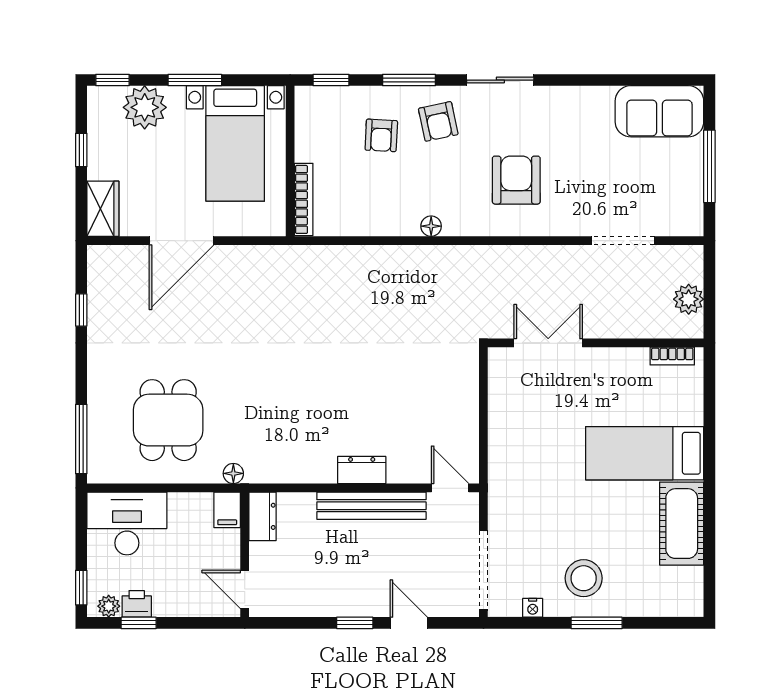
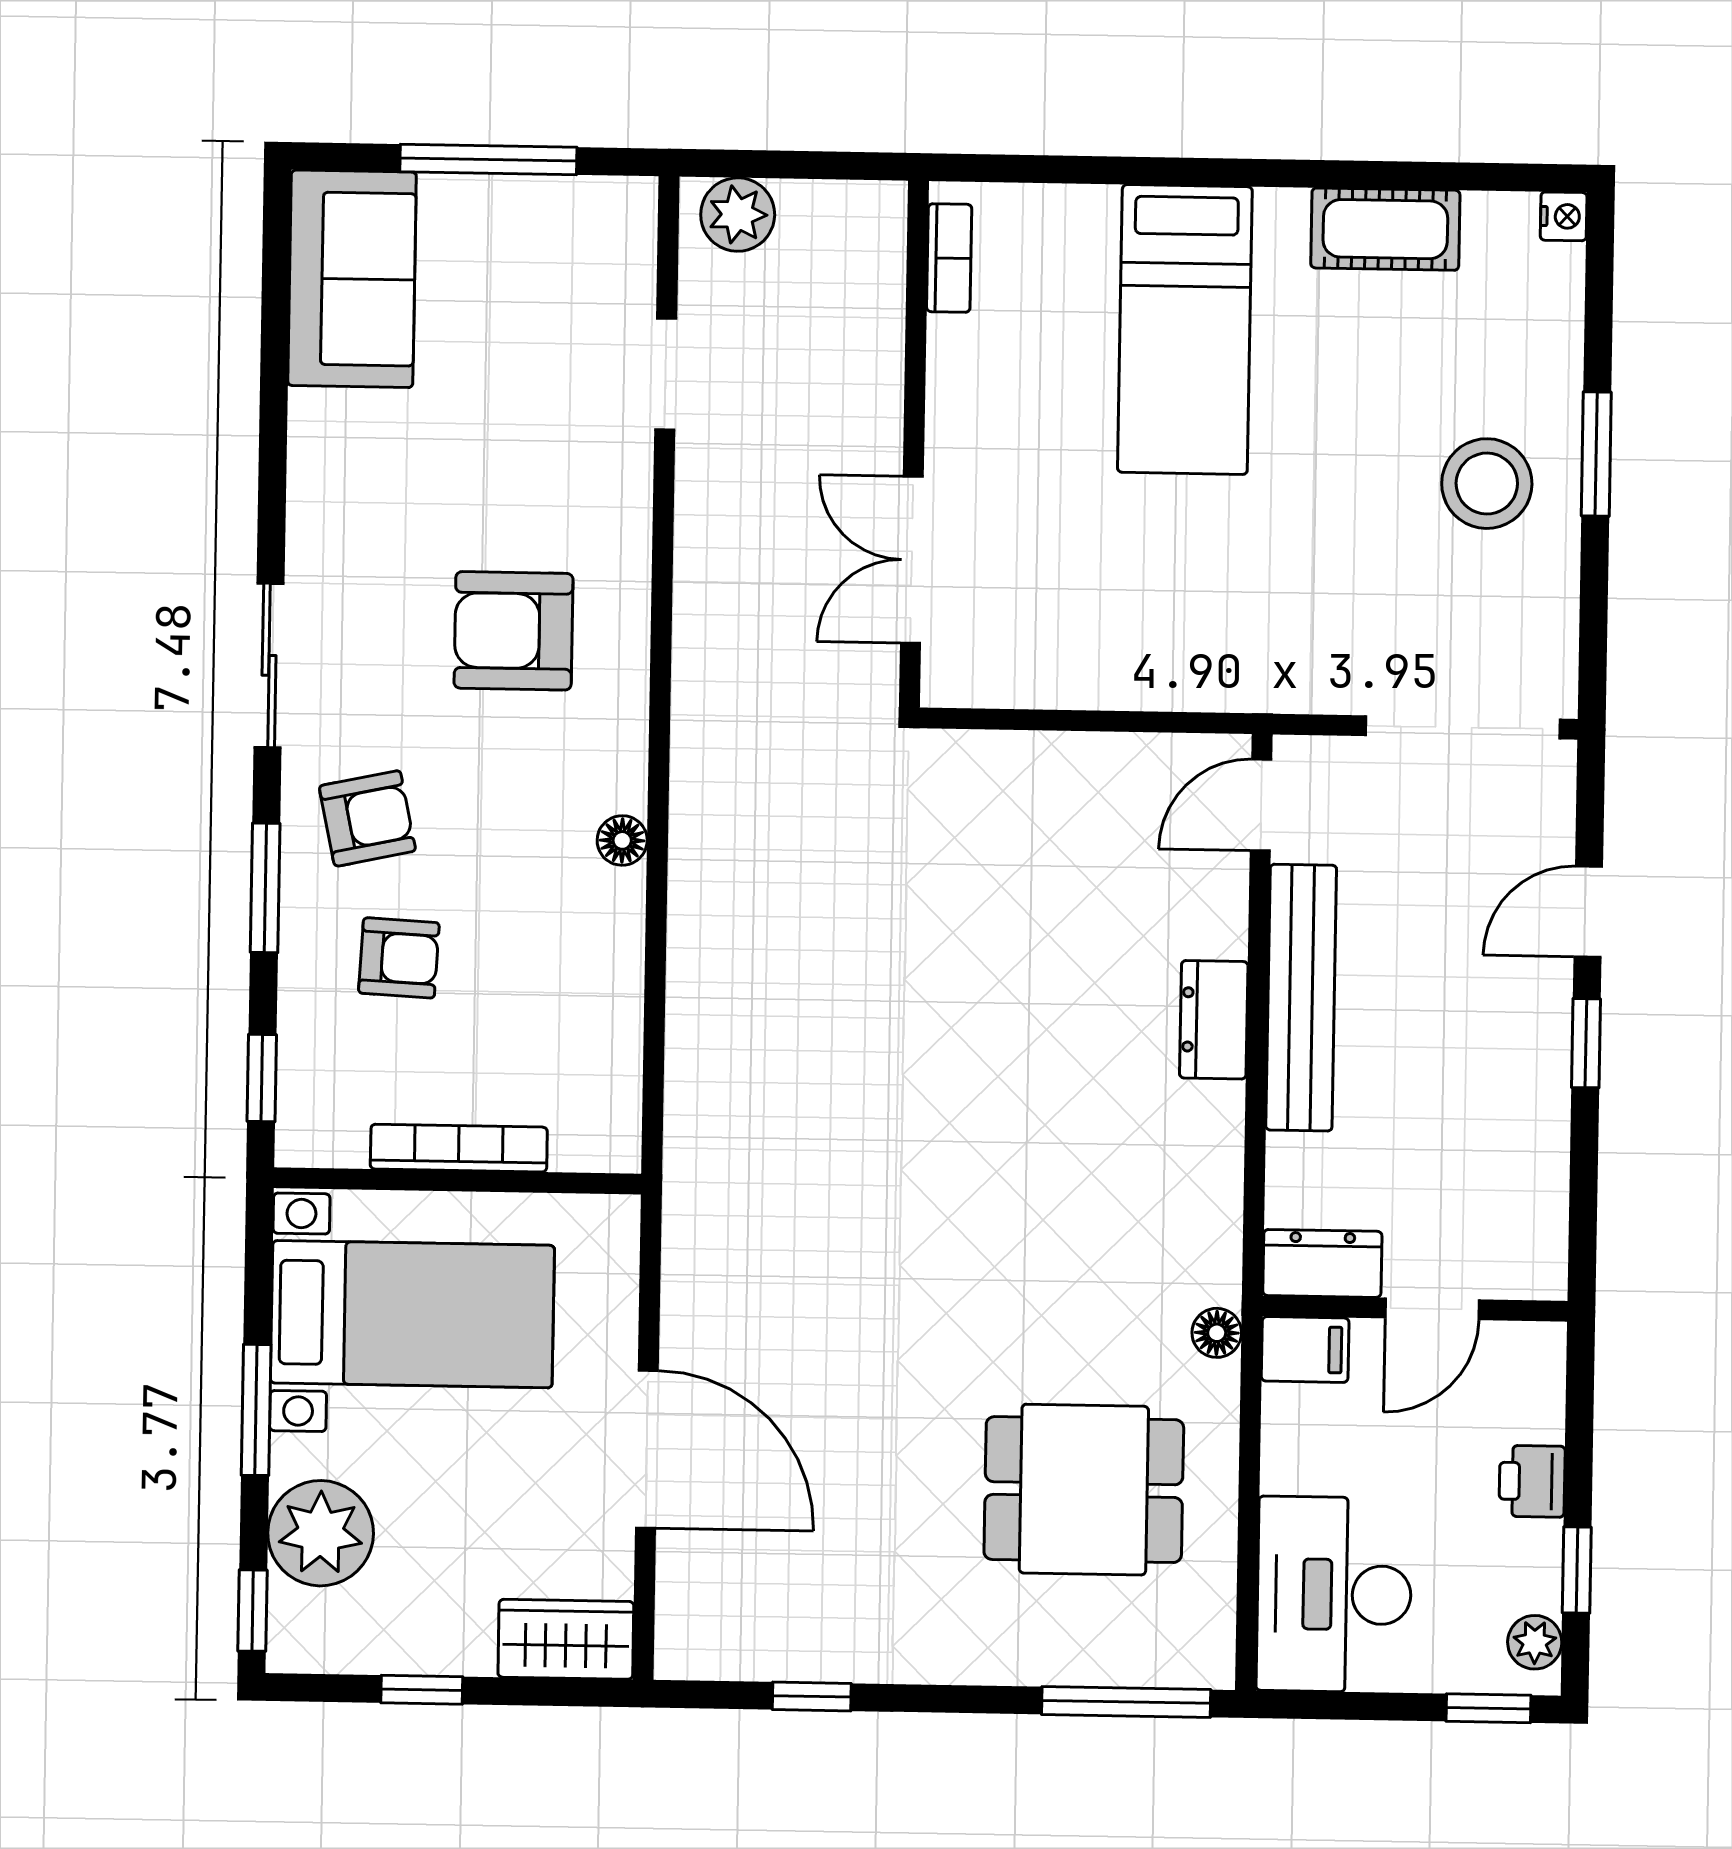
bookcase: (304, 199) -> (459, 1148), moved
doorway: (623, 241) -> (666, 374), width x0.73
plant: (689, 299) -> (738, 215), moved
cot: (682, 524) -> (1385, 229), width x0.73, depth x0.75
door: (245, 589) -> (1432, 1309), moved
printer: (137, 604) -> (1532, 1481), moved
nightstand: (533, 608) -> (1564, 216), moved

